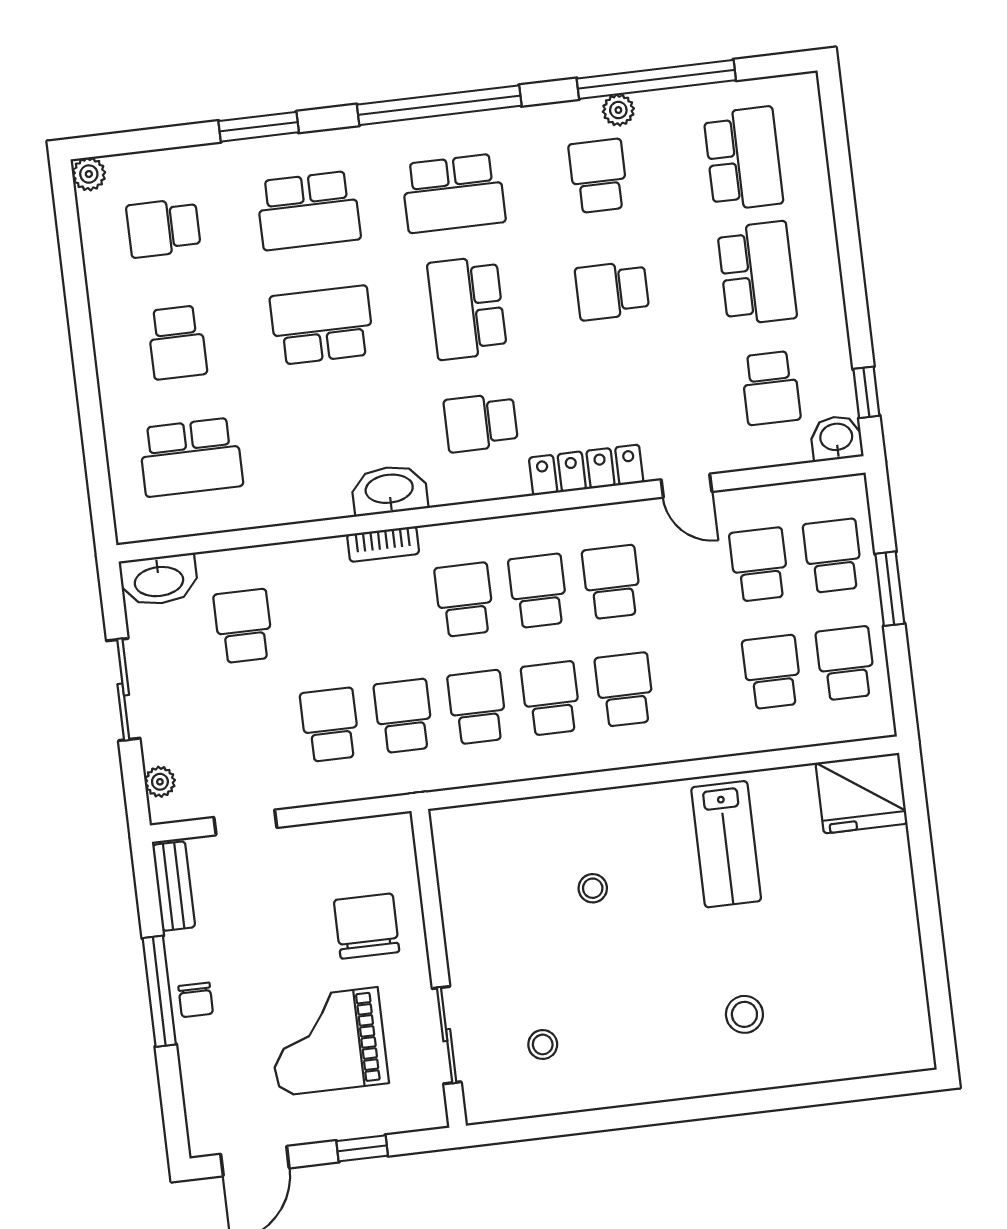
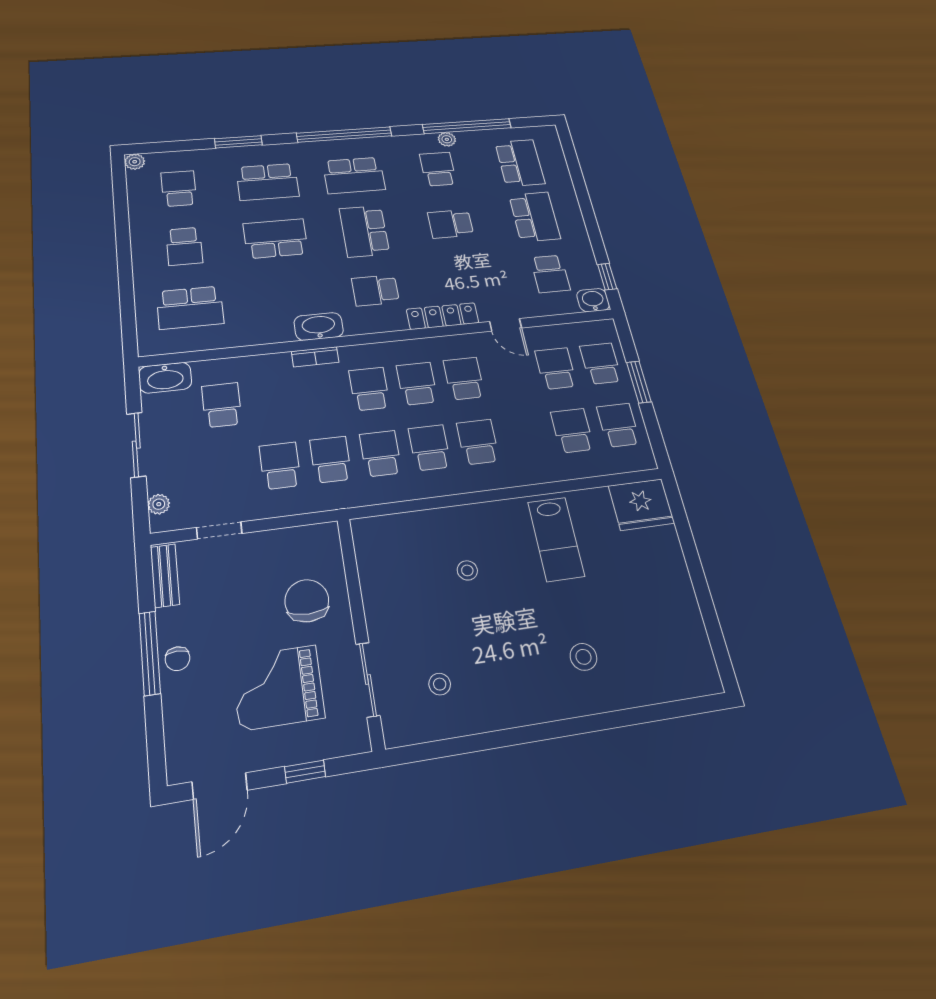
school desk: (163, 228) -> (179, 189), turned 90

